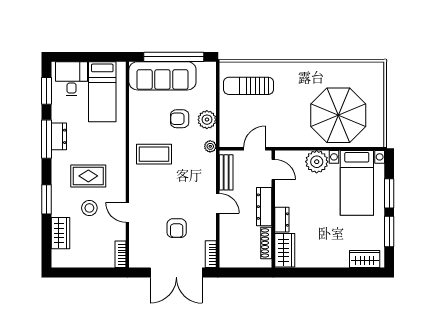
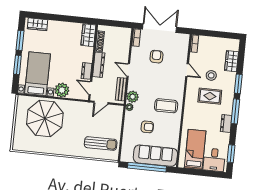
plant: (207, 120) -> (133, 97), moved
window: (47, 139) -> (235, 111), moved
dresser: (282, 220) -> (86, 71), moved

